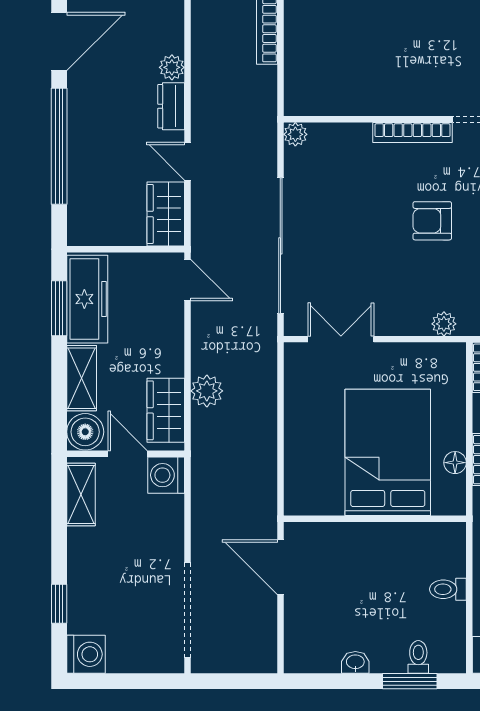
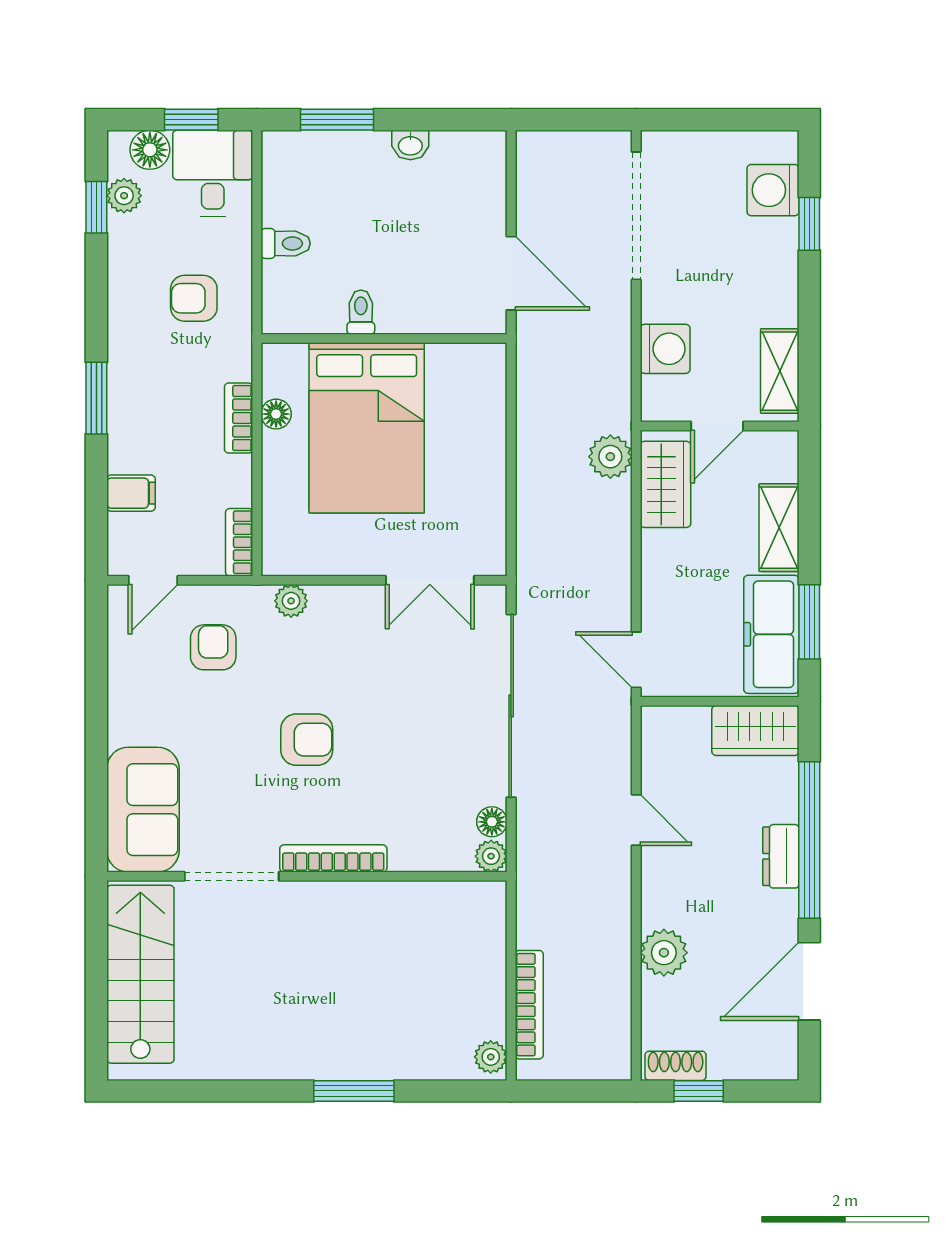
plant: (172, 67) -> (664, 953), width x1.38, depth x1.38
dresser: (171, 106) -> (781, 856), moved, turned 180
floor lamp: (295, 160) -> (492, 822), added
wardrobe: (166, 214) -> (755, 731), moved, turned 90
plant: (207, 391) -> (610, 457), moved
boiler: (85, 432) -> (774, 455), removed
door: (127, 454) -> (717, 426), hinge flipped
washing machine: (166, 475) -> (665, 349), moved
washing machine: (86, 654) -> (773, 190), moved
toilet: (418, 657) -> (361, 312), moved, turned 180

